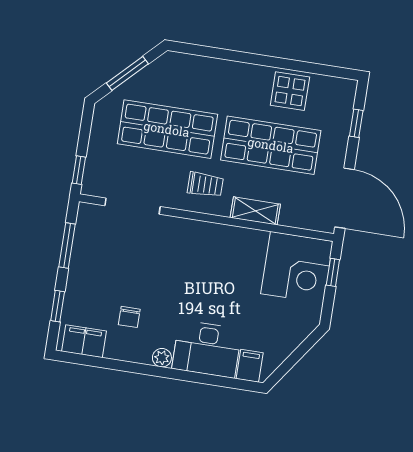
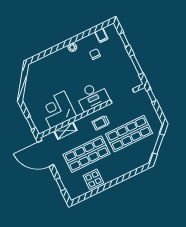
shelving: (255, 211) -> (65, 131), moved
corner desk: (297, 267) -> (58, 110), moved
filing cabinet: (84, 341) -> (101, 35), width x0.50
desk: (207, 349) -> (92, 96), moved, turned 180
filing cabinet: (250, 366) -> (38, 67), removed

